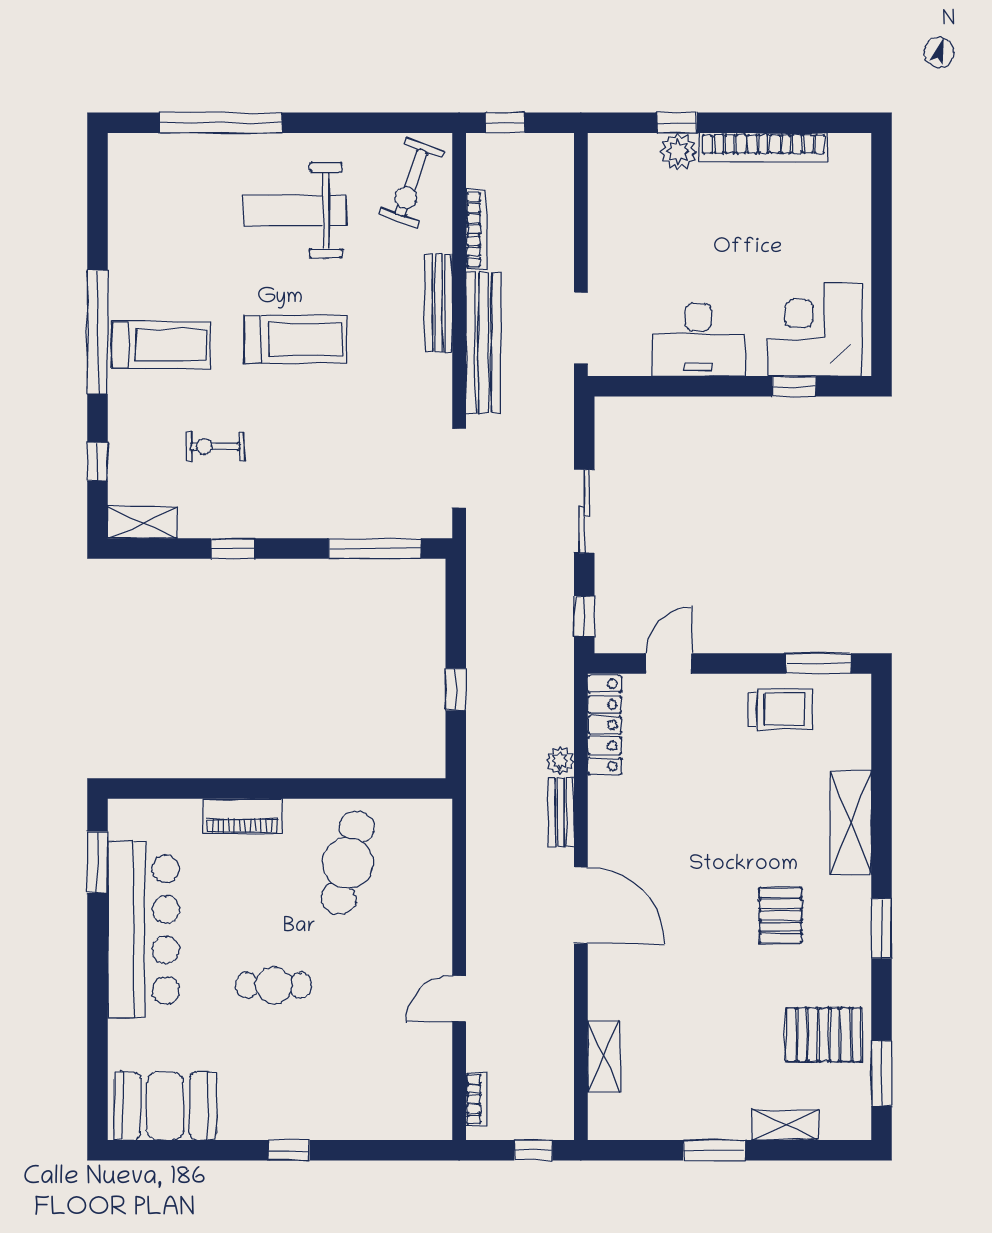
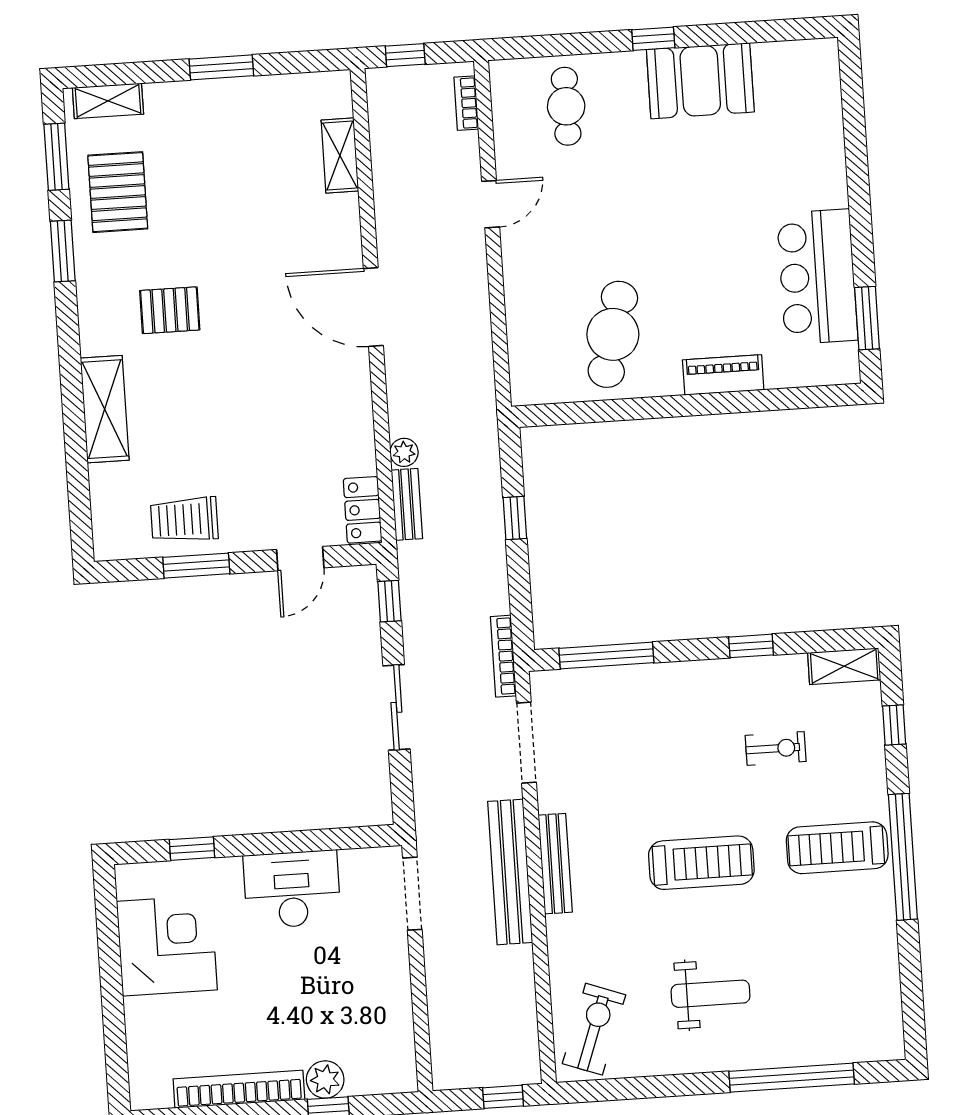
weight bench: (295, 210) -> (710, 994), width x0.73, depth x0.75
bookcase: (476, 230) -> (503, 656), moved
bench: (439, 303) -> (555, 864), moved
corner desk: (815, 330) -> (167, 946), moved, turned -90
treadmill: (295, 339) -> (701, 863), turned 180
window: (818, 663) -> (196, 566), moved
locker: (605, 725) -> (363, 510), width x0.66
bench: (561, 812) -> (407, 504), moved
pallet: (781, 915) -> (170, 310), turned 90
window: (882, 928) -> (63, 251), moved
bar counter: (144, 930) -> (817, 277), width x0.73
cafe table: (274, 985) -> (566, 106), moved, turned 90
pallet: (824, 1035) -> (118, 192), turned 90
booth: (165, 1106) -> (700, 81), moved
shelving: (785, 1125) -> (108, 101), moved

